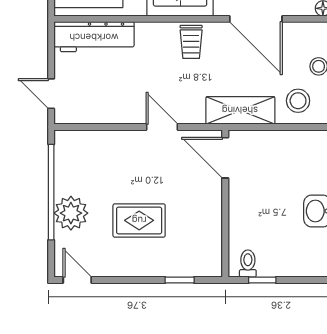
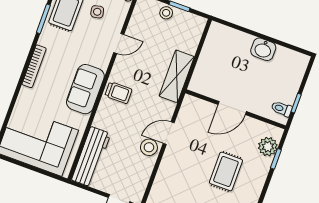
door: (256, 19) -> (119, 43), width x0.53
stool: (298, 101) -> (149, 147), moved
door: (225, 158) -> (232, 108), moved
plant: (192, 264) -> (268, 147), added

